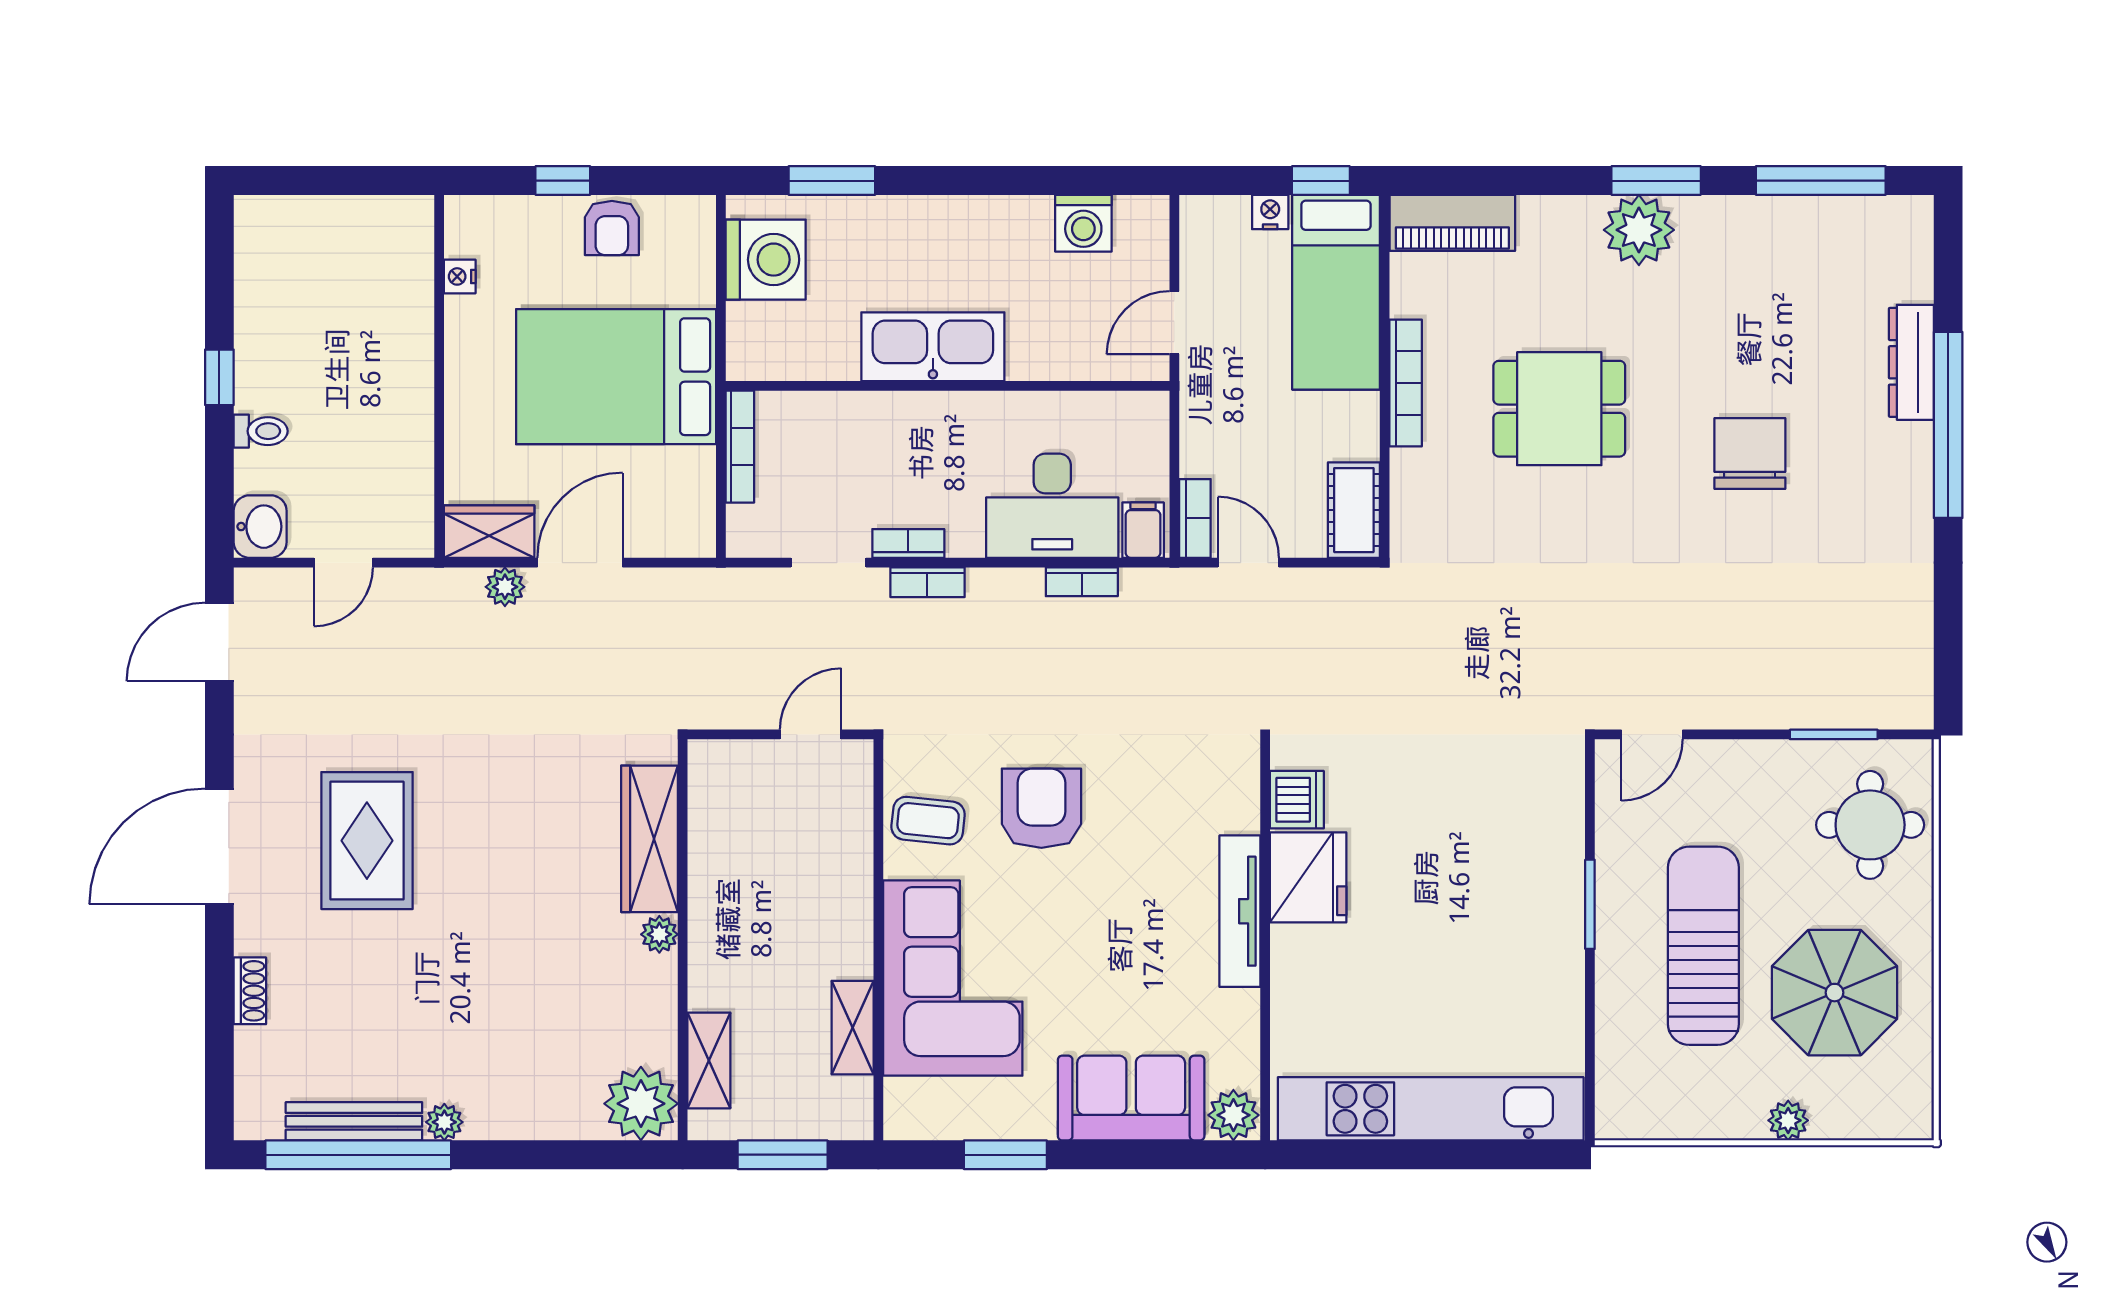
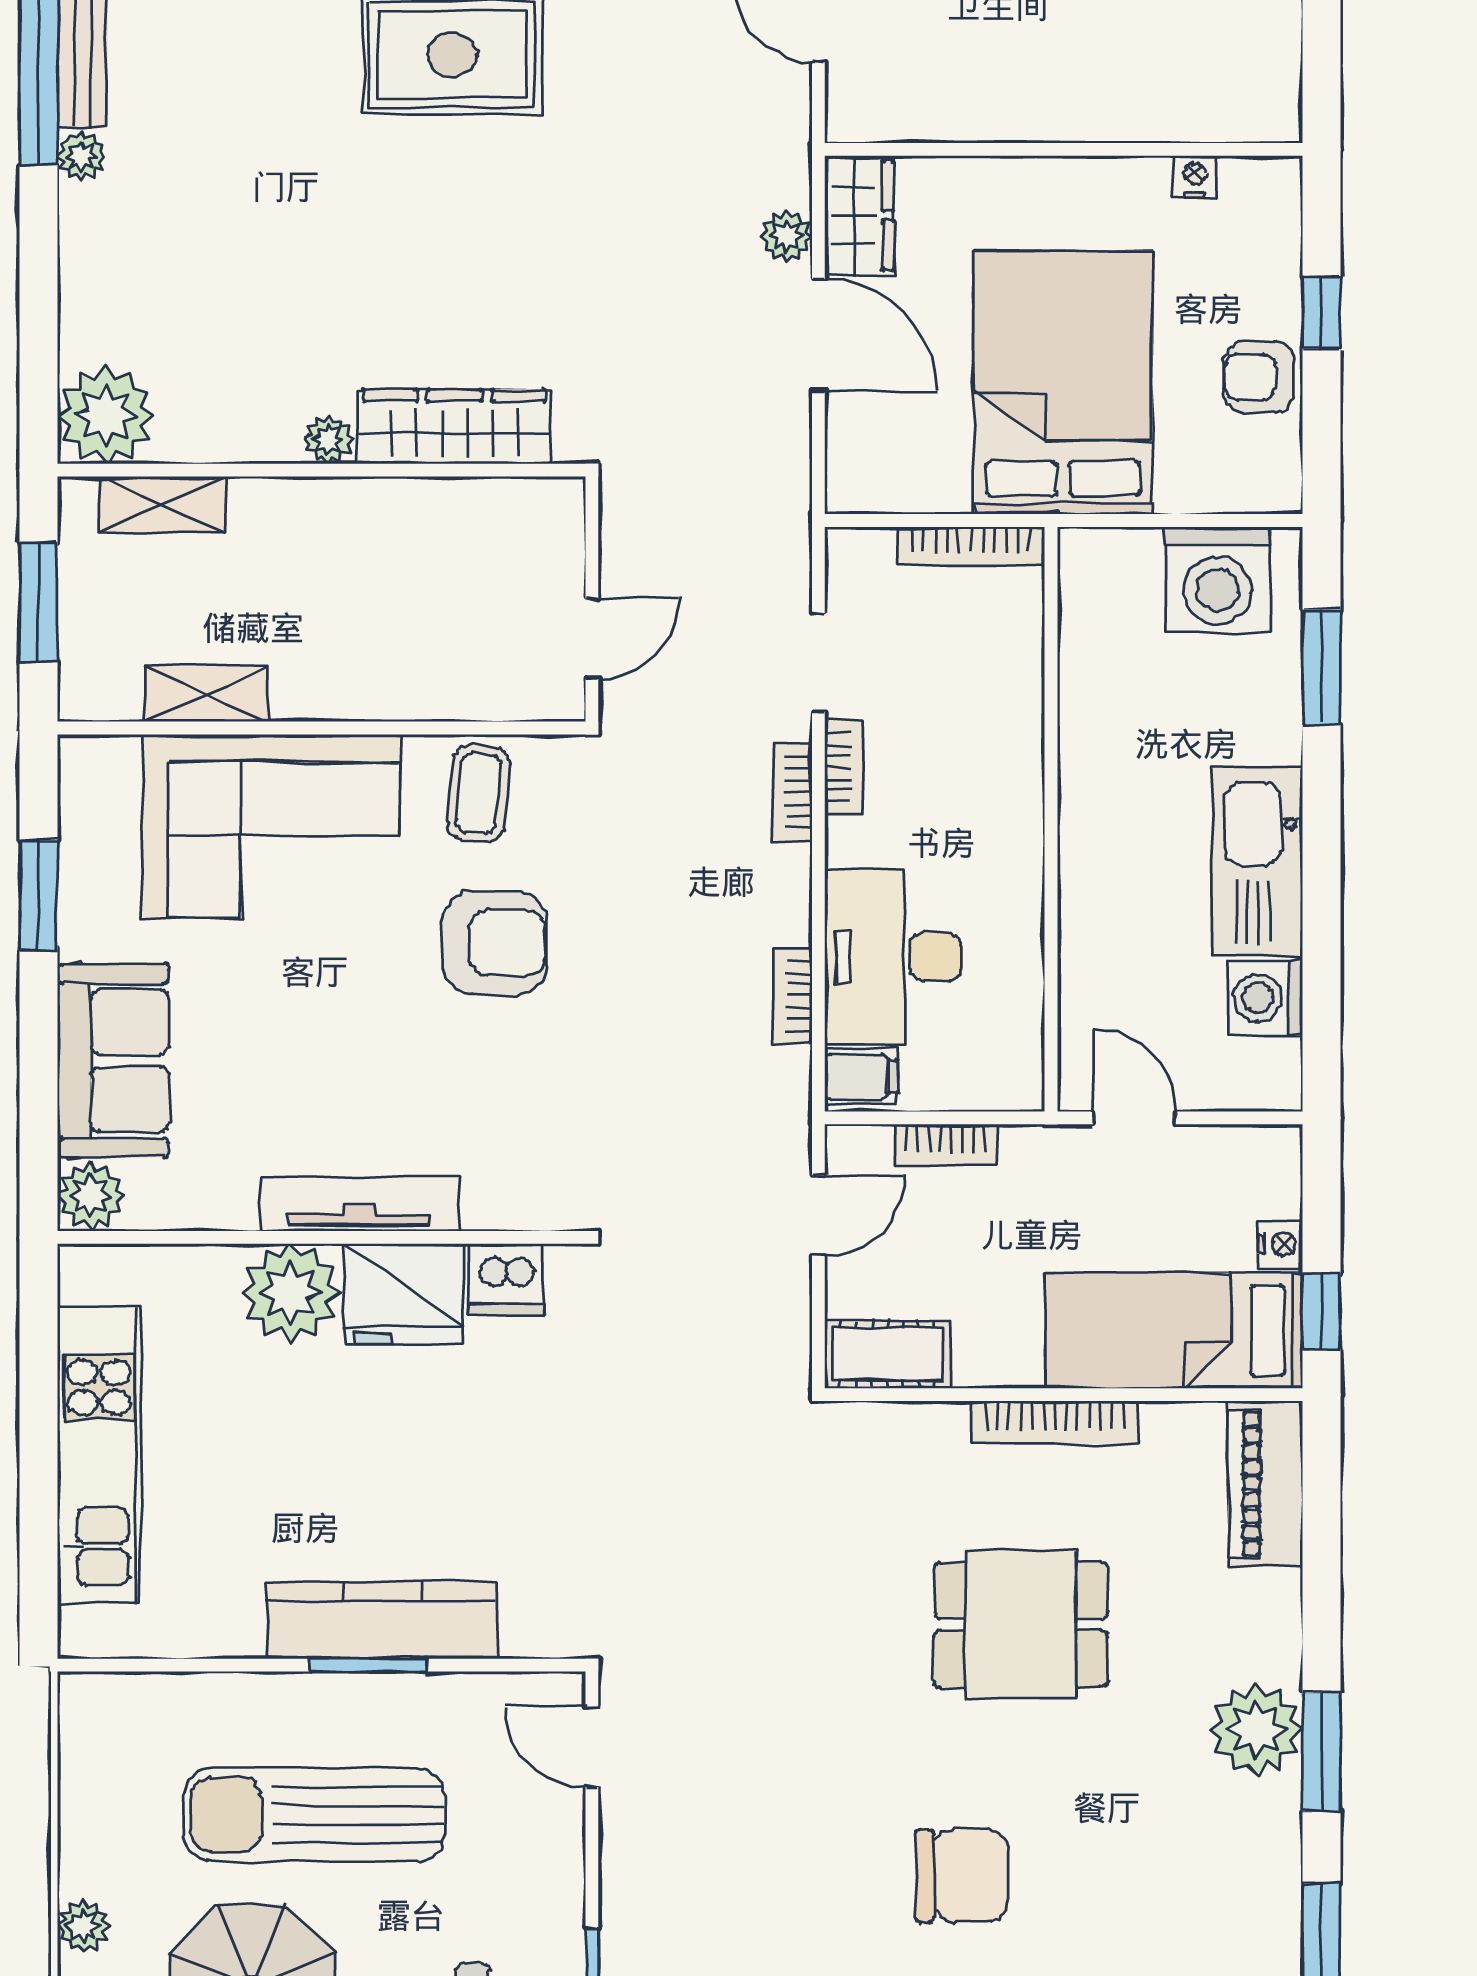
kitchen sink: (933, 347) -> (1257, 861), moved, turned 180
dining table: (1559, 409) -> (1021, 1625), turned 90
bookcase: (1195, 518) -> (946, 1145), moved
door: (810, 734) -> (592, 639), hinge flipped
kitchen counter: (1556, 894) -> (382, 1620), added
sun lounger: (1703, 946) -> (314, 1815), turned 180
plant: (1307, 963) -> (290, 1293), added
kitchen unit: (1431, 1109) -> (99, 1455), width x0.73

